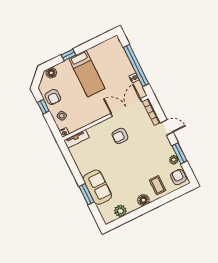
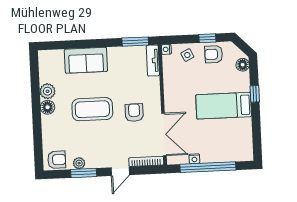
coffee table: (158, 185) -> (92, 109), moved, width x1.86, depth x1.72
window: (87, 194) -> (135, 42), moved
plant: (120, 211) -> (47, 91), moved

